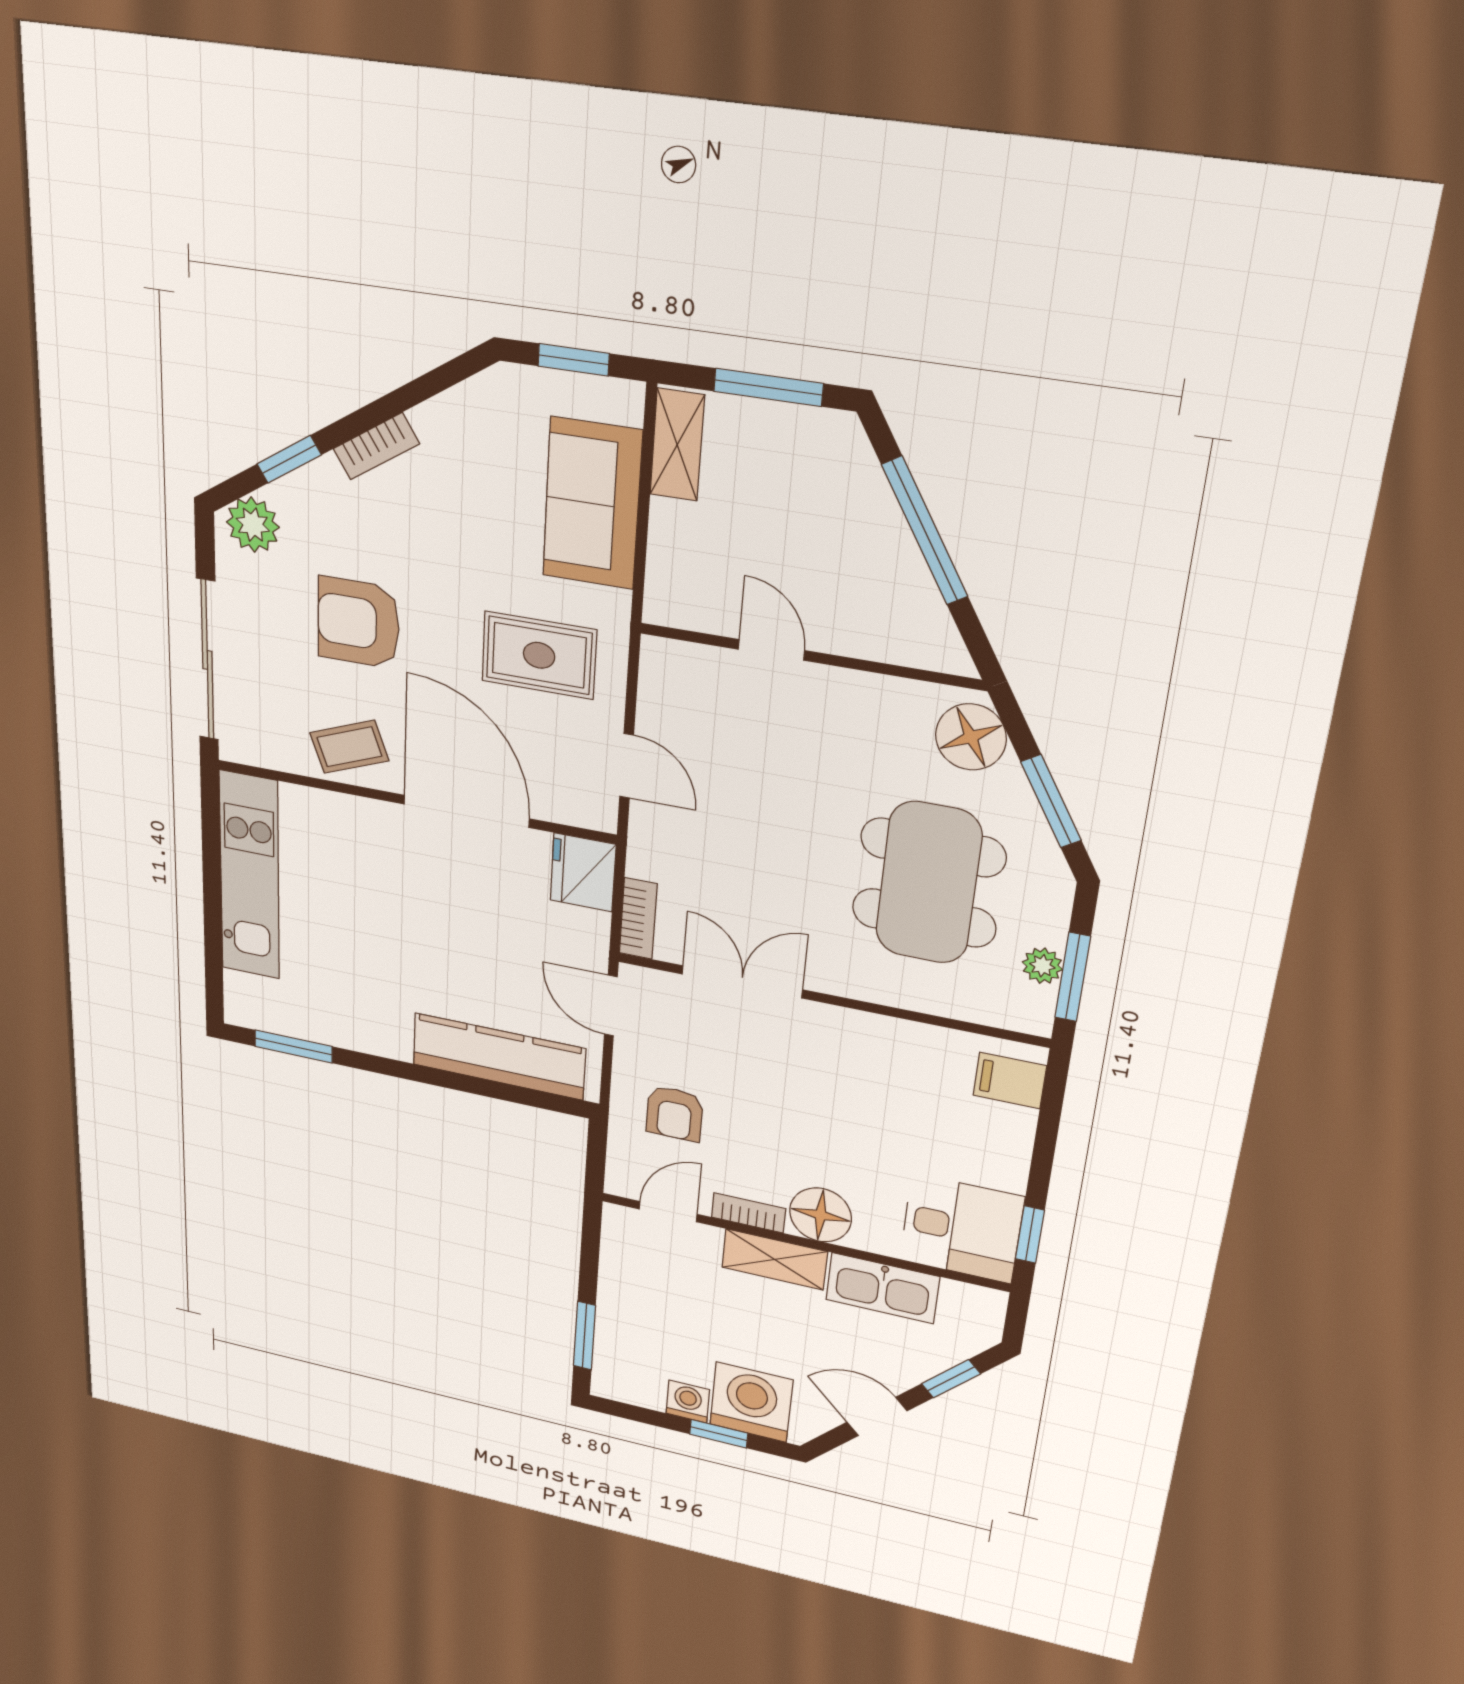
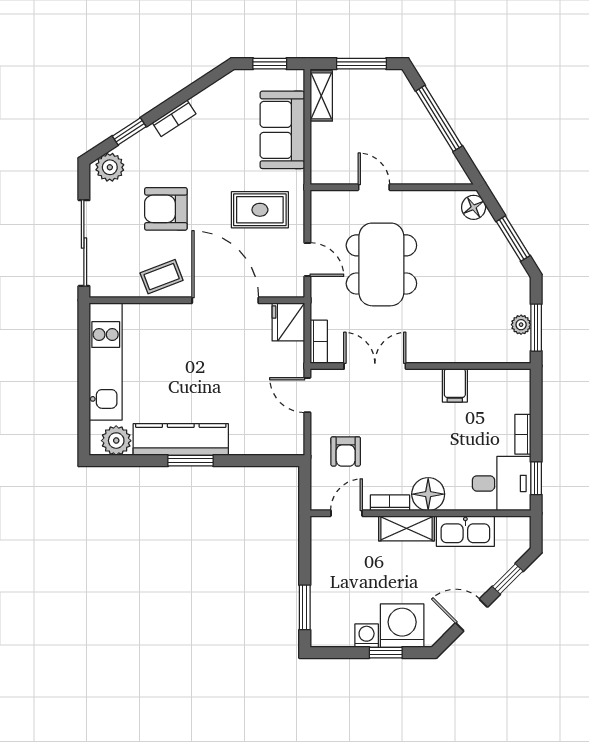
floor lamp: (971, 737) -> (474, 207), width x0.73, depth x0.73
dining table: (929, 883) -> (381, 264), moved
plant: (269, 1009) -> (116, 441), added
window: (293, 1046) -> (191, 461), moved
kitchen counter: (499, 1056) -> (181, 440), moved
filing cabinet: (1010, 1081) -> (455, 385), moved, turned -90
bookcase: (1016, 1157) -> (523, 434), added

